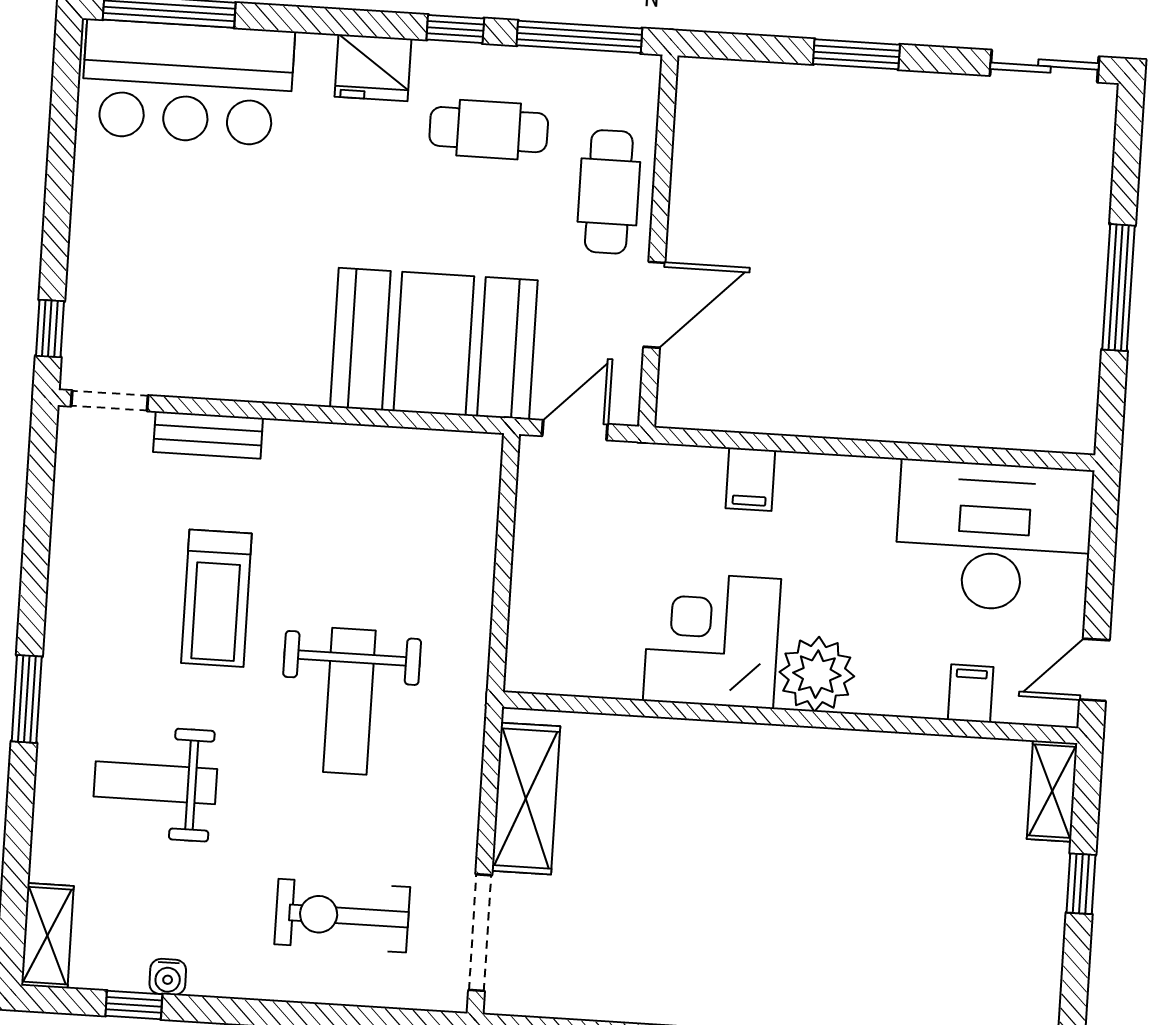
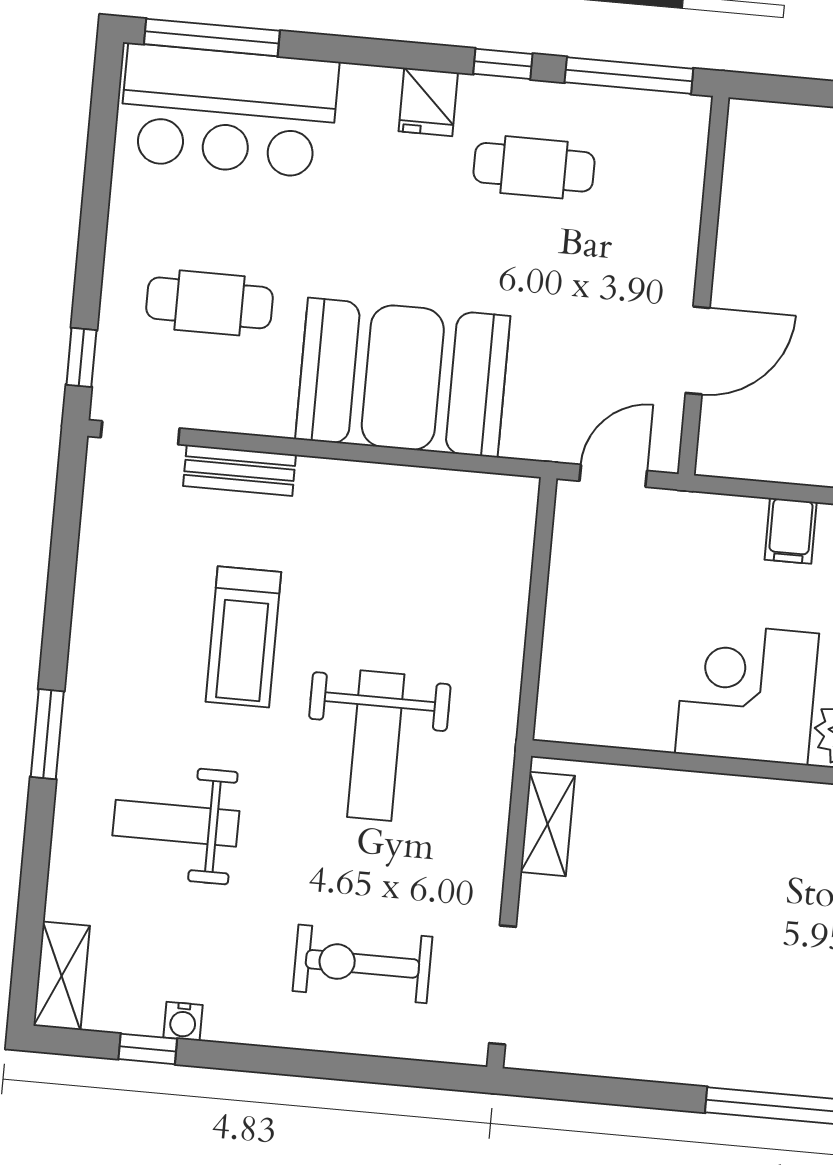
fridge: (373, 68) -> (428, 102), width x0.72
cafe table: (609, 192) -> (210, 303), moved, turned 90
booth: (434, 344) -> (403, 378), moved
shelving: (526, 799) -> (548, 824), width x0.67, depth x0.75

